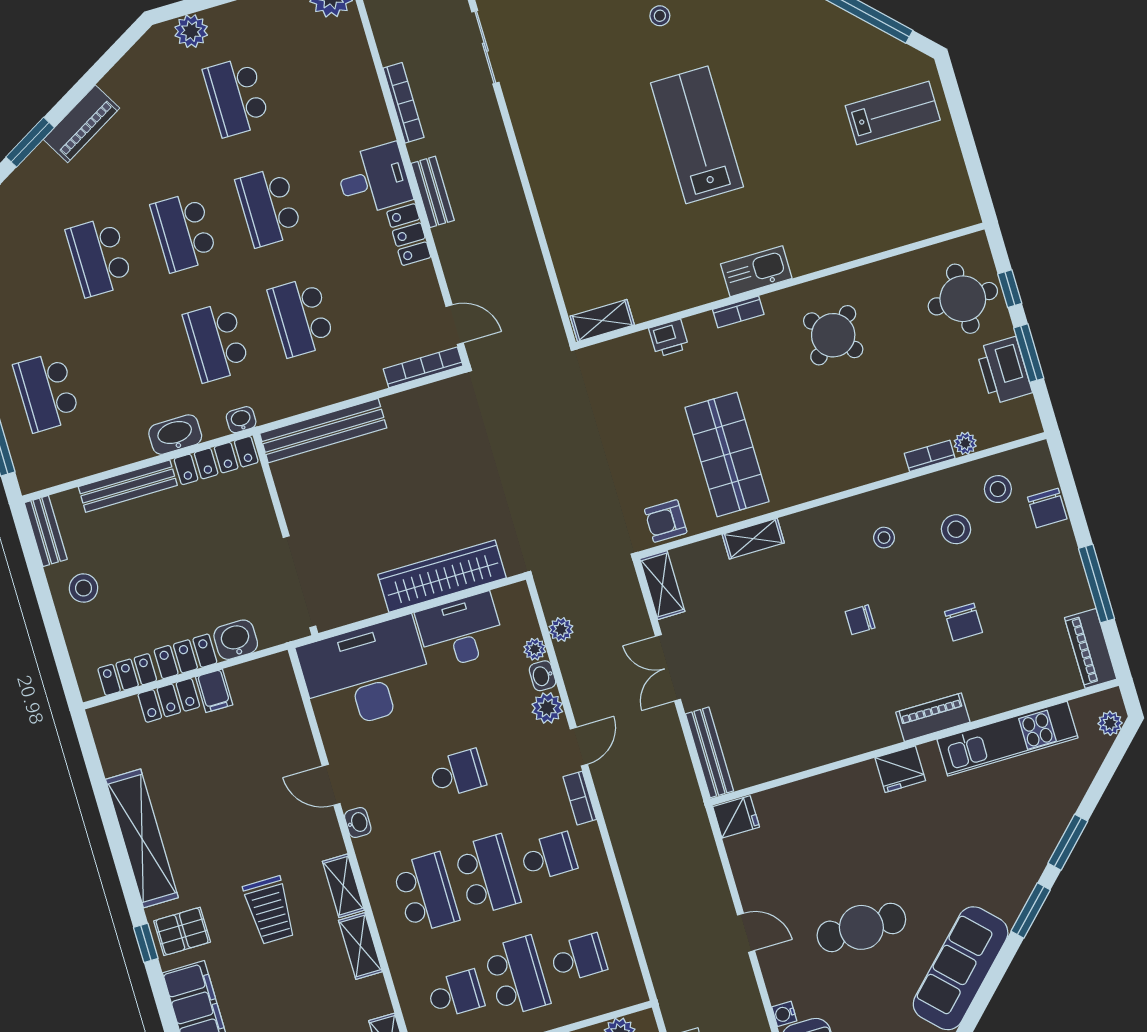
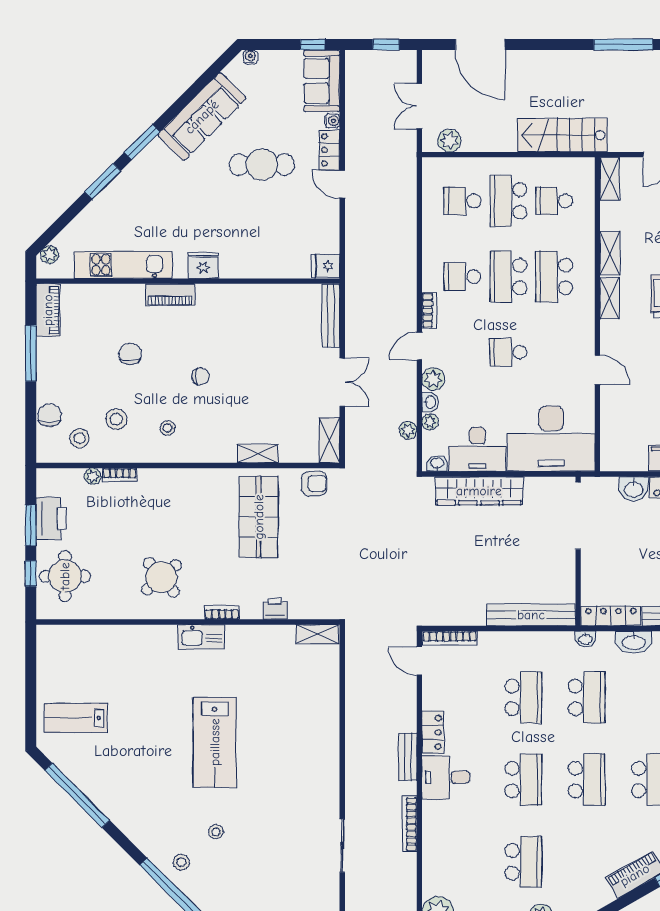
washbasin: (358, 823) -> (437, 463), moved, turned 90
locker: (777, 974) -> (329, 150), added

